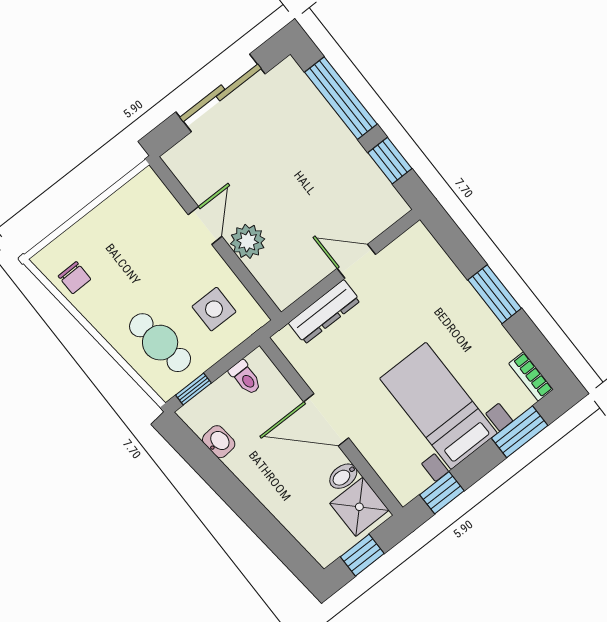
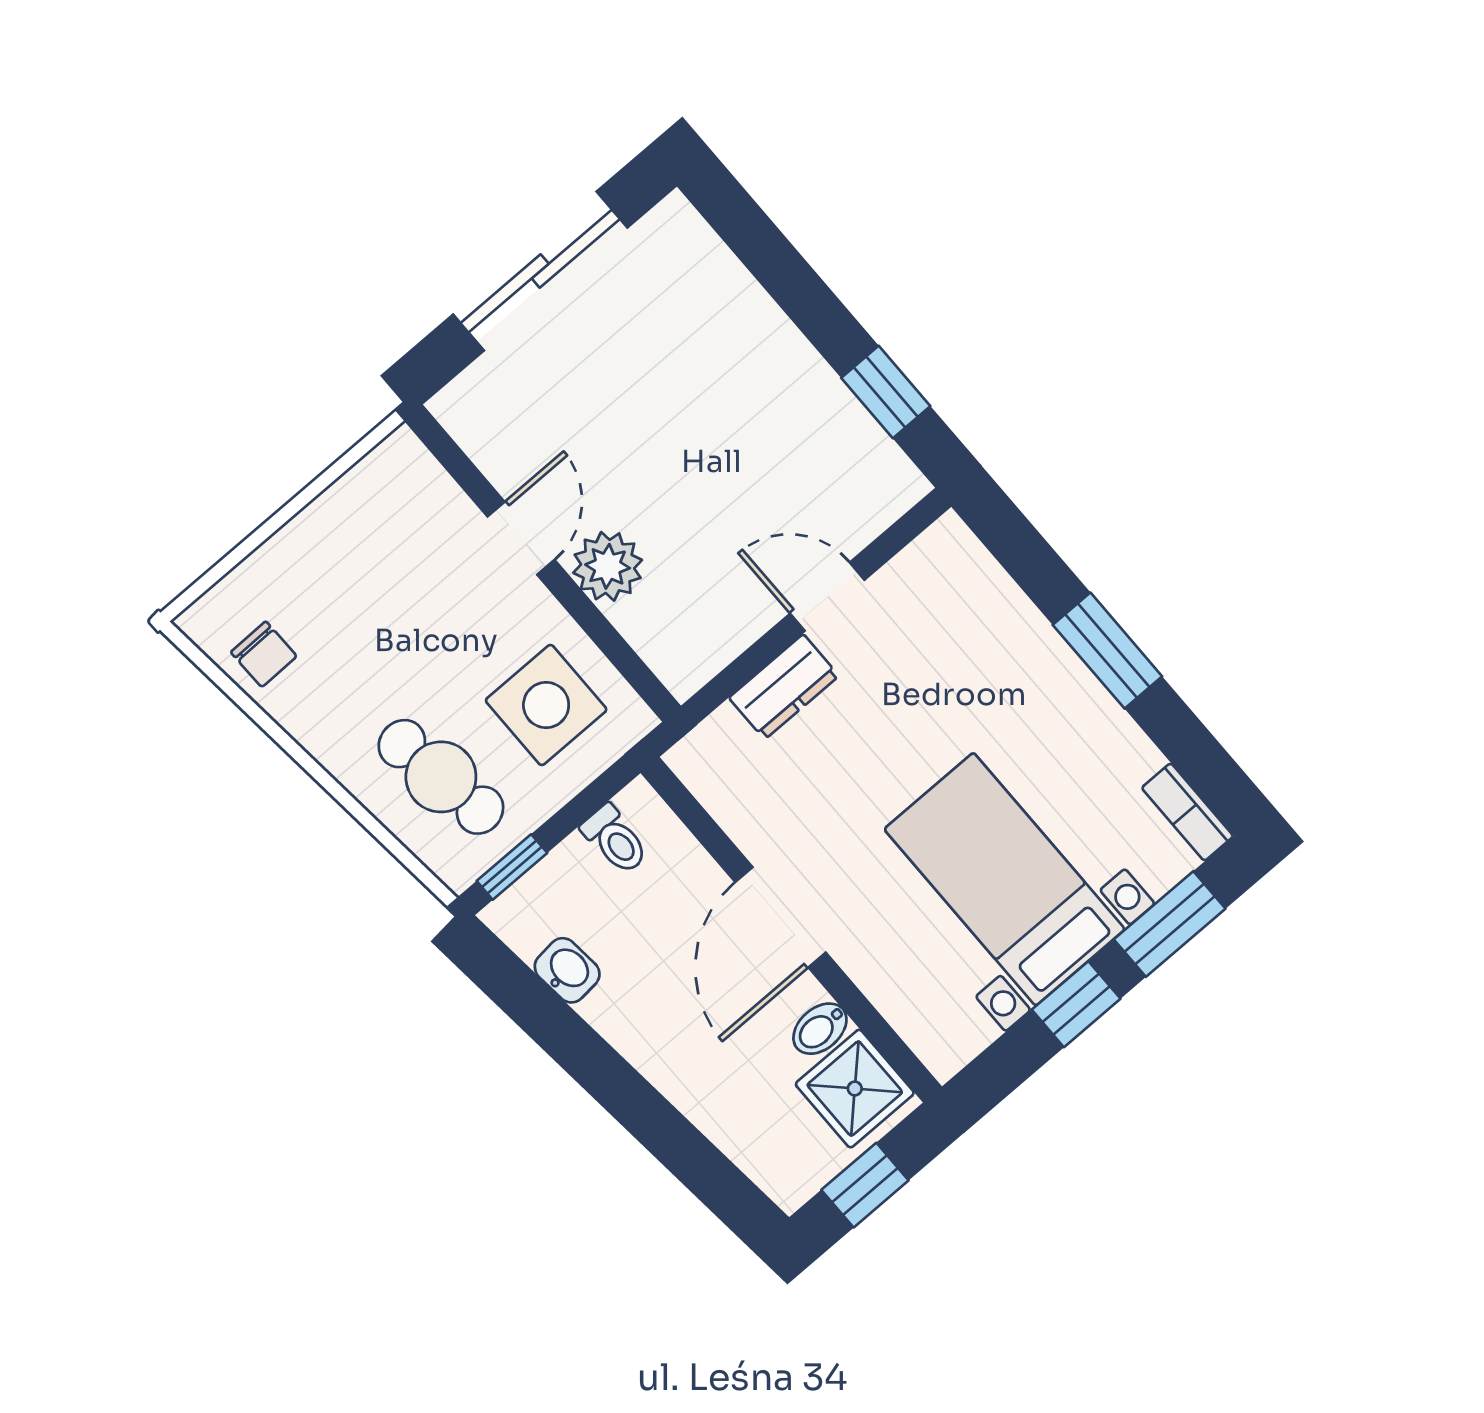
window: (341, 98) -> (782, 271), removed
side table: (214, 309) -> (546, 705), width x1.37, depth x1.37
dresser: (324, 312) -> (784, 687), width x0.70
door: (326, 420) -> (781, 917), hinge flipped
window: (442, 493) -> (1076, 1004), moved

